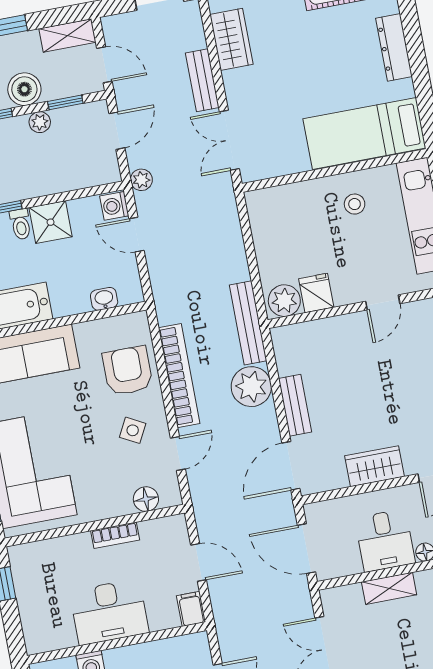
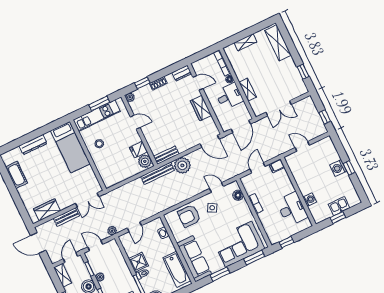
washing machine: (114, 206) -> (125, 239), removed
bookcase: (179, 376) -> (186, 195), removed
bench: (295, 405) -> (166, 155), moved
desk: (109, 612) -> (292, 209), moved

